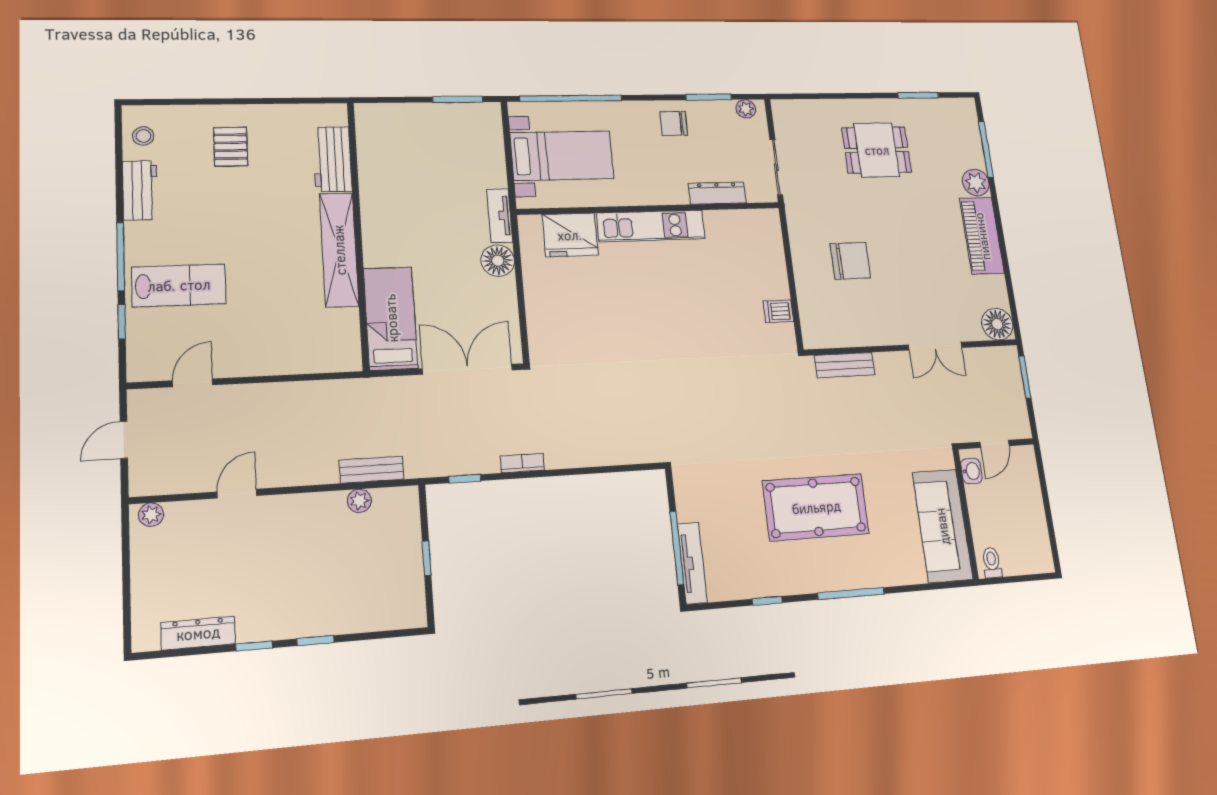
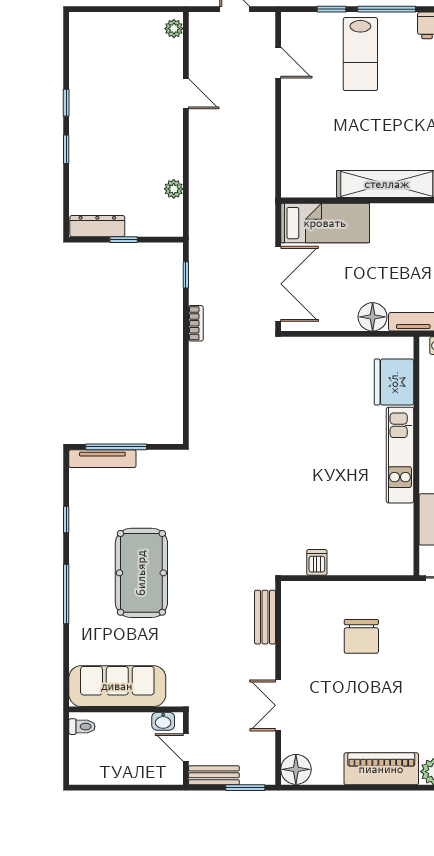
bench: (372, 470) -> (214, 775), moved, turned 90
dresser: (198, 633) -> (97, 226), moved, turned -90

